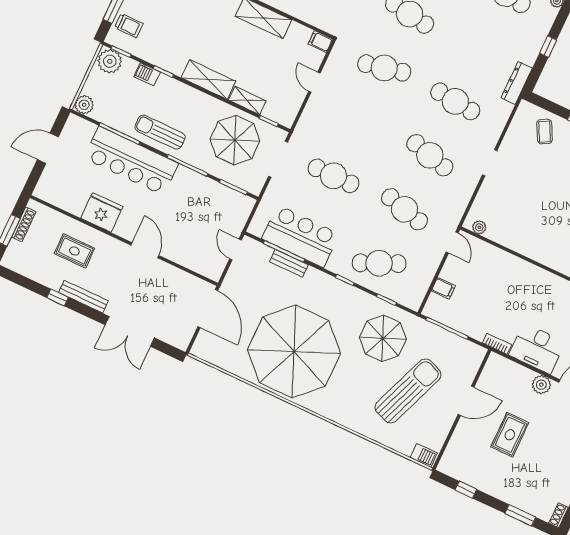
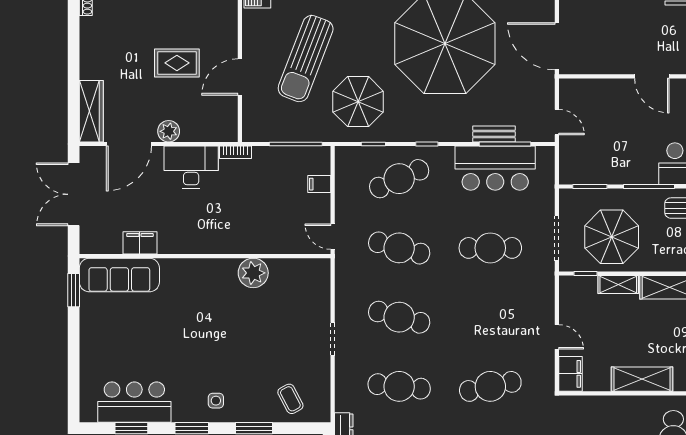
filing cabinet: (320, 42) -> (570, 374), width x2.00
plant: (479, 227) -> (253, 273), moved, width x1.88, depth x1.88
rug: (510, 435) -> (177, 63), turned 90

